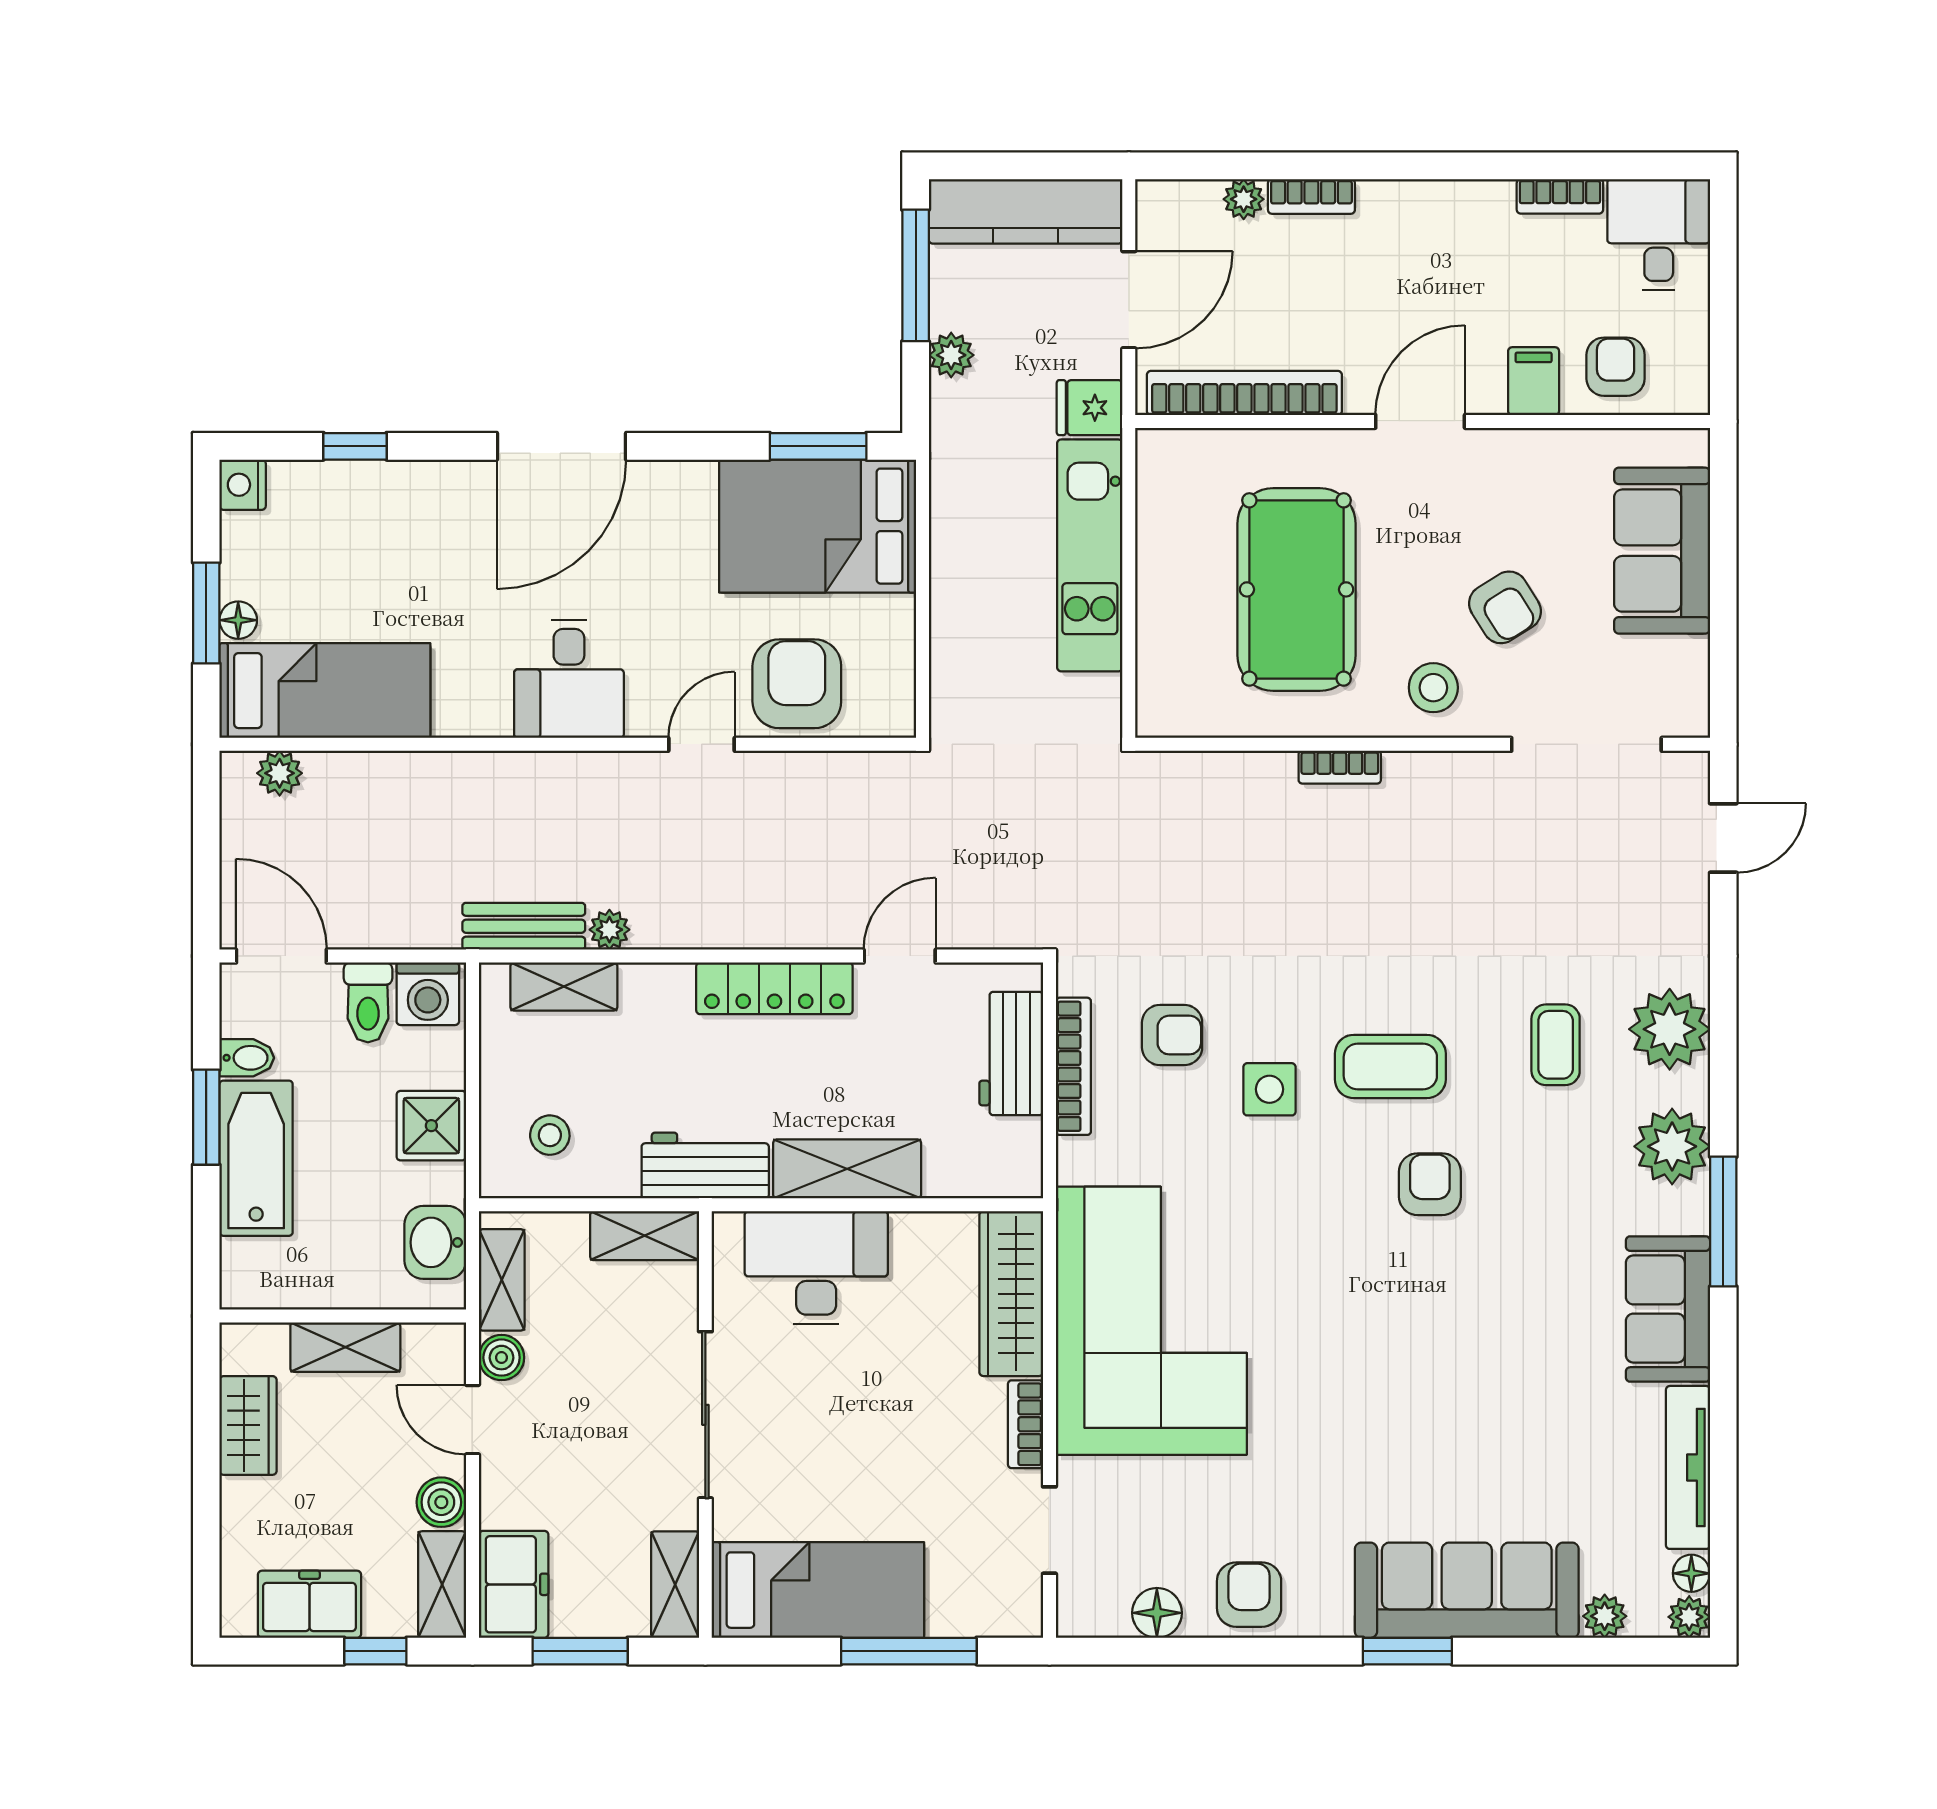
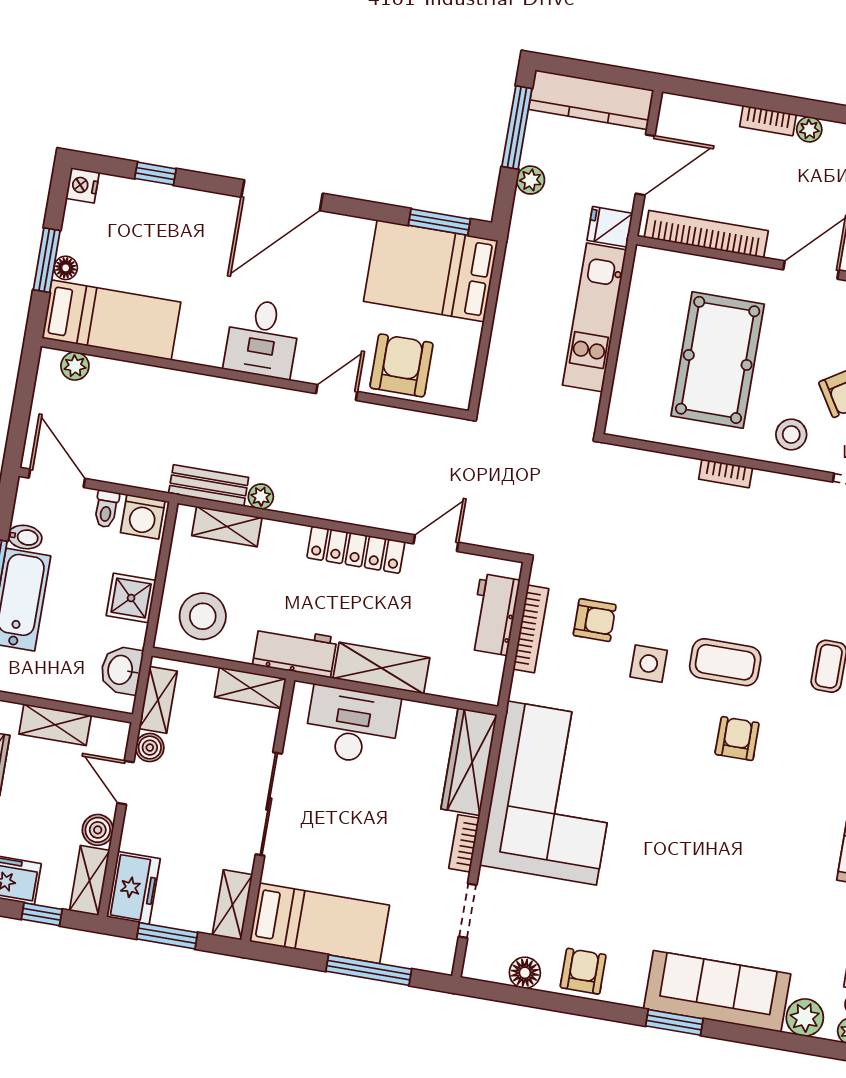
plant: (1244, 199) -> (809, 129), moved
toilet: (368, 1002) -> (106, 509), width x0.73, depth x0.72
stool: (550, 1135) -> (203, 616), width x1.89, depth x1.89
plant: (1605, 1616) -> (805, 1018), width x1.38, depth x1.38

